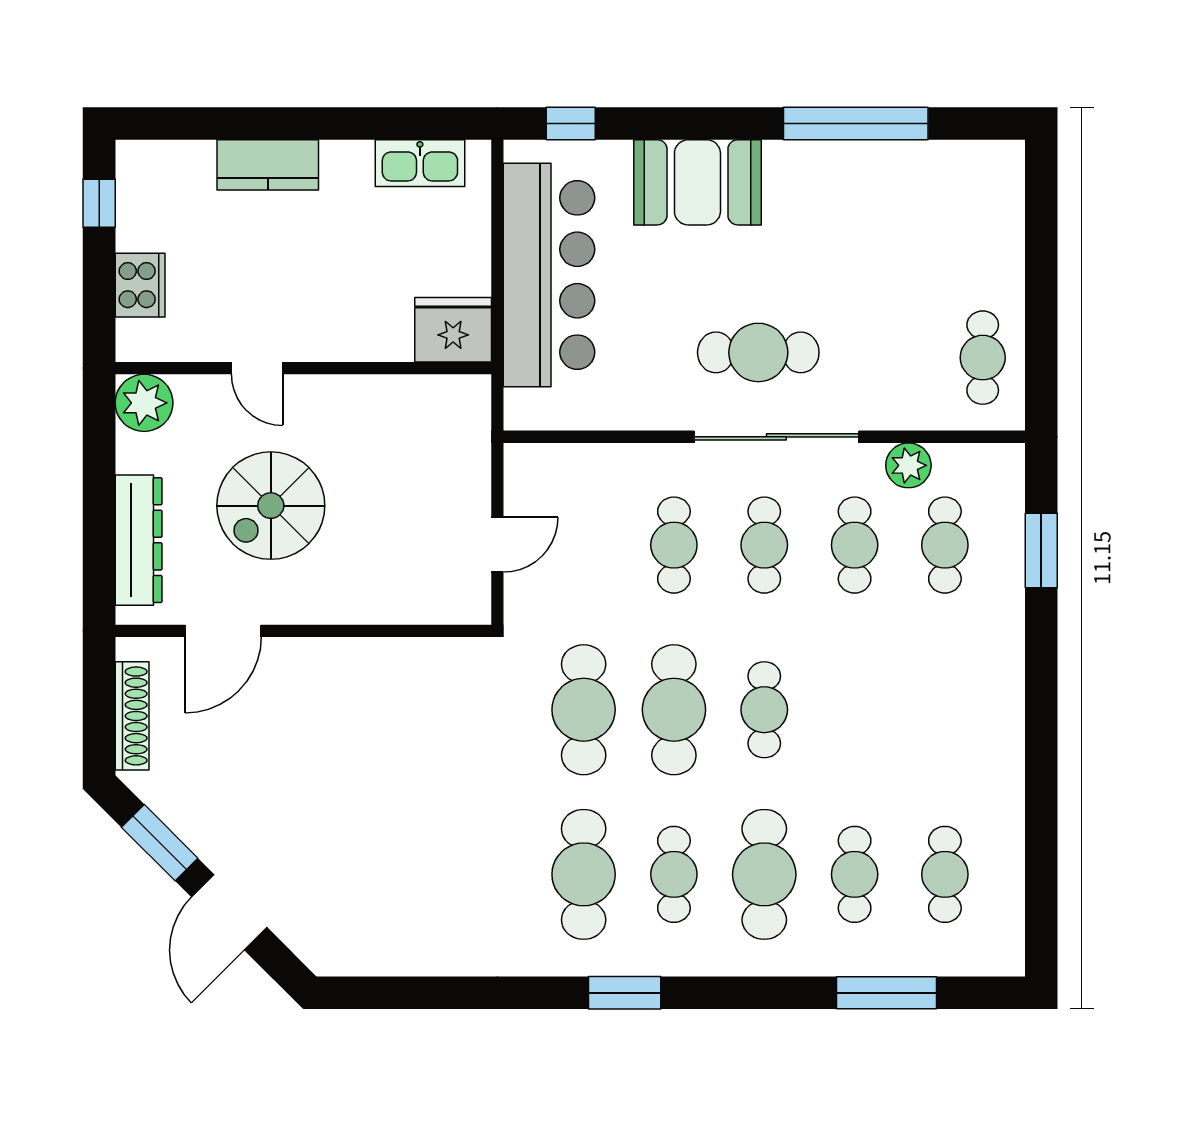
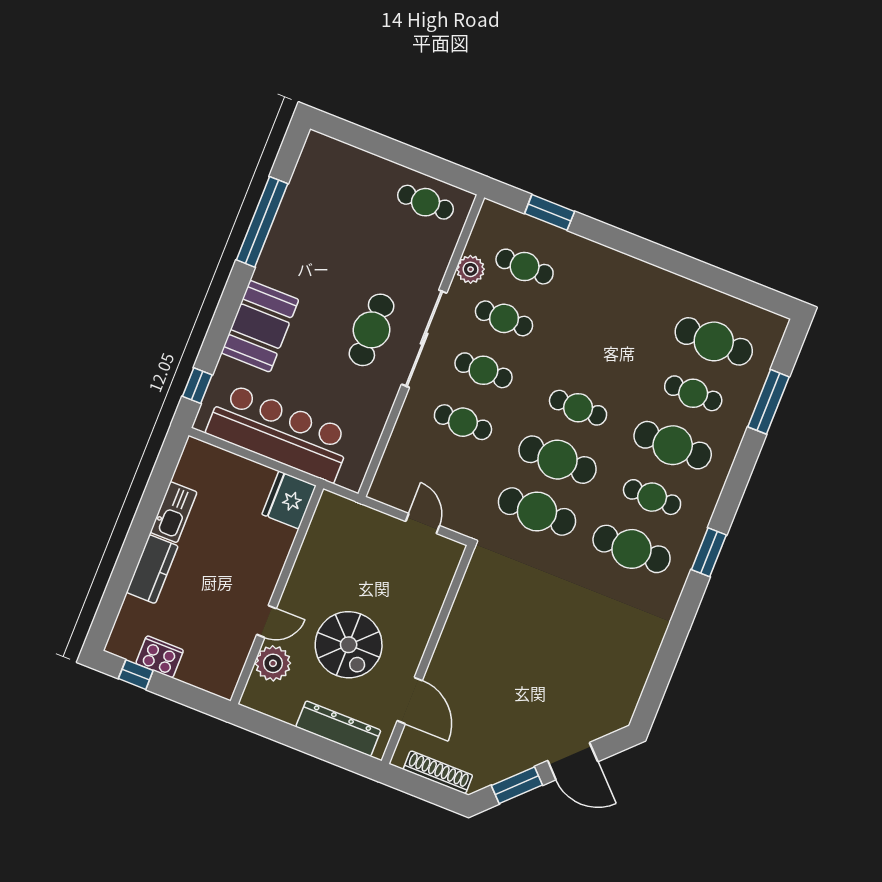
kitchen sink: (420, 163) -> (174, 512), moved
cooker: (140, 285) -> (160, 657), moved
plant: (144, 403) -> (273, 663), moved
cafe table: (945, 874) -> (714, 341), width x1.37, depth x1.35

